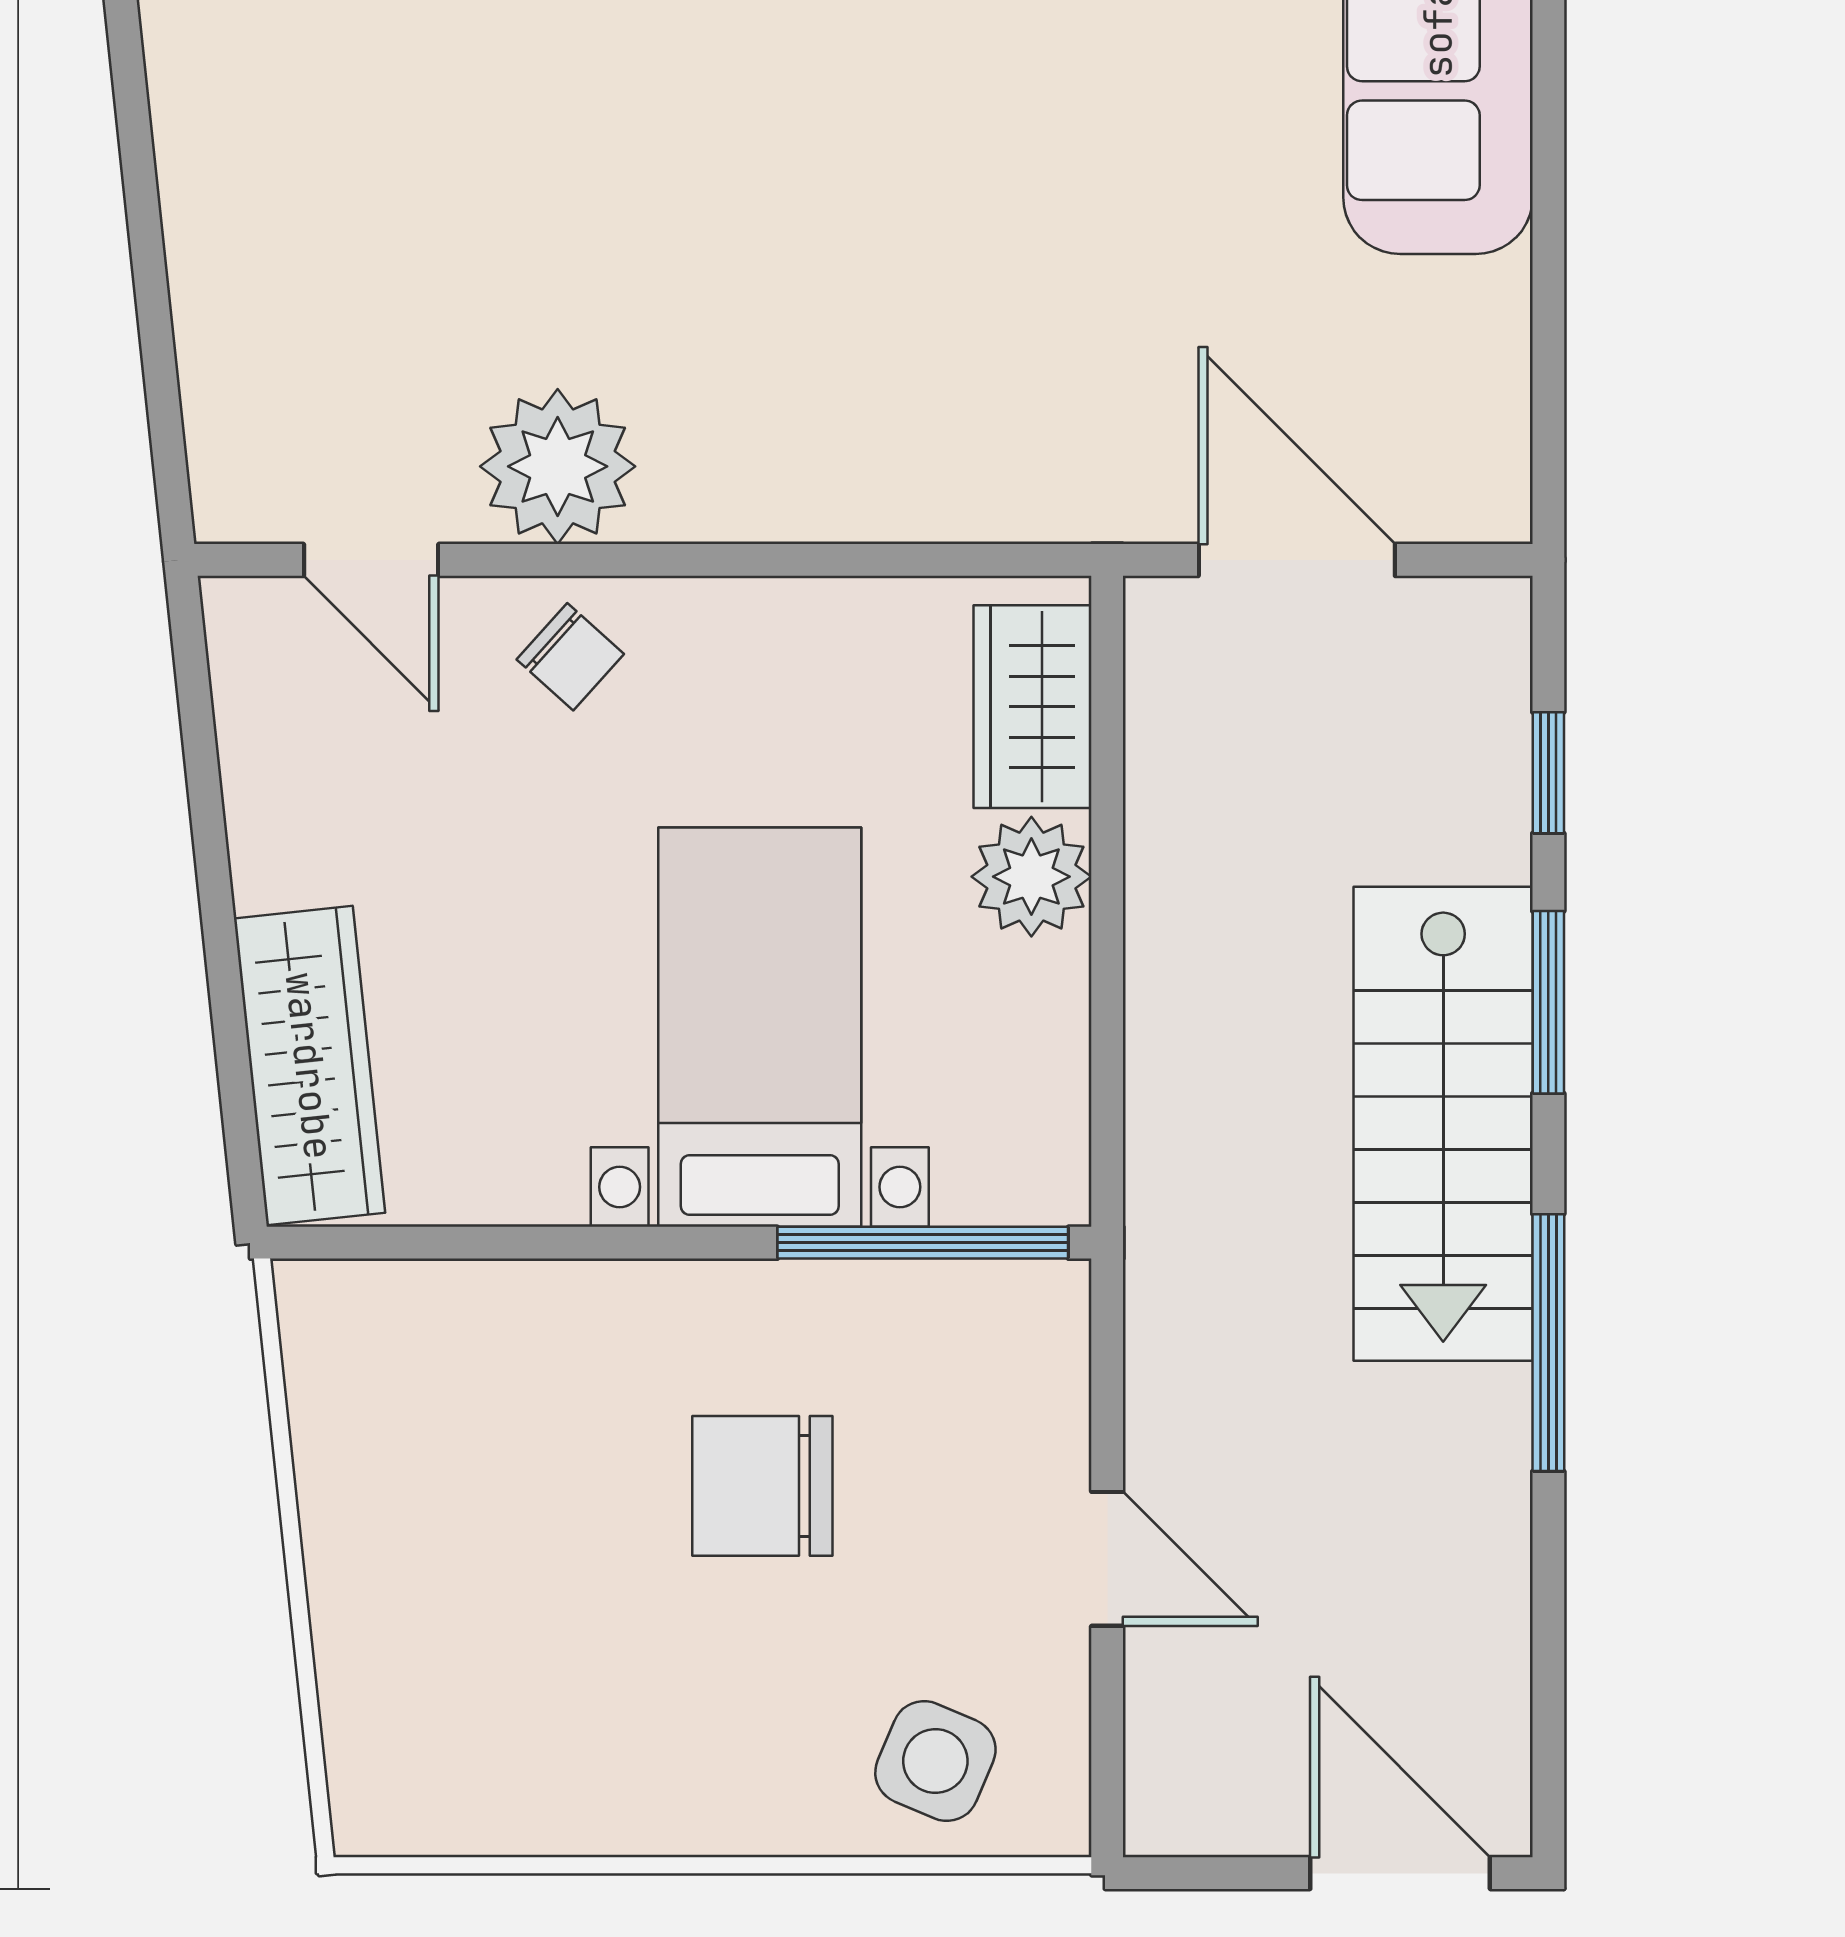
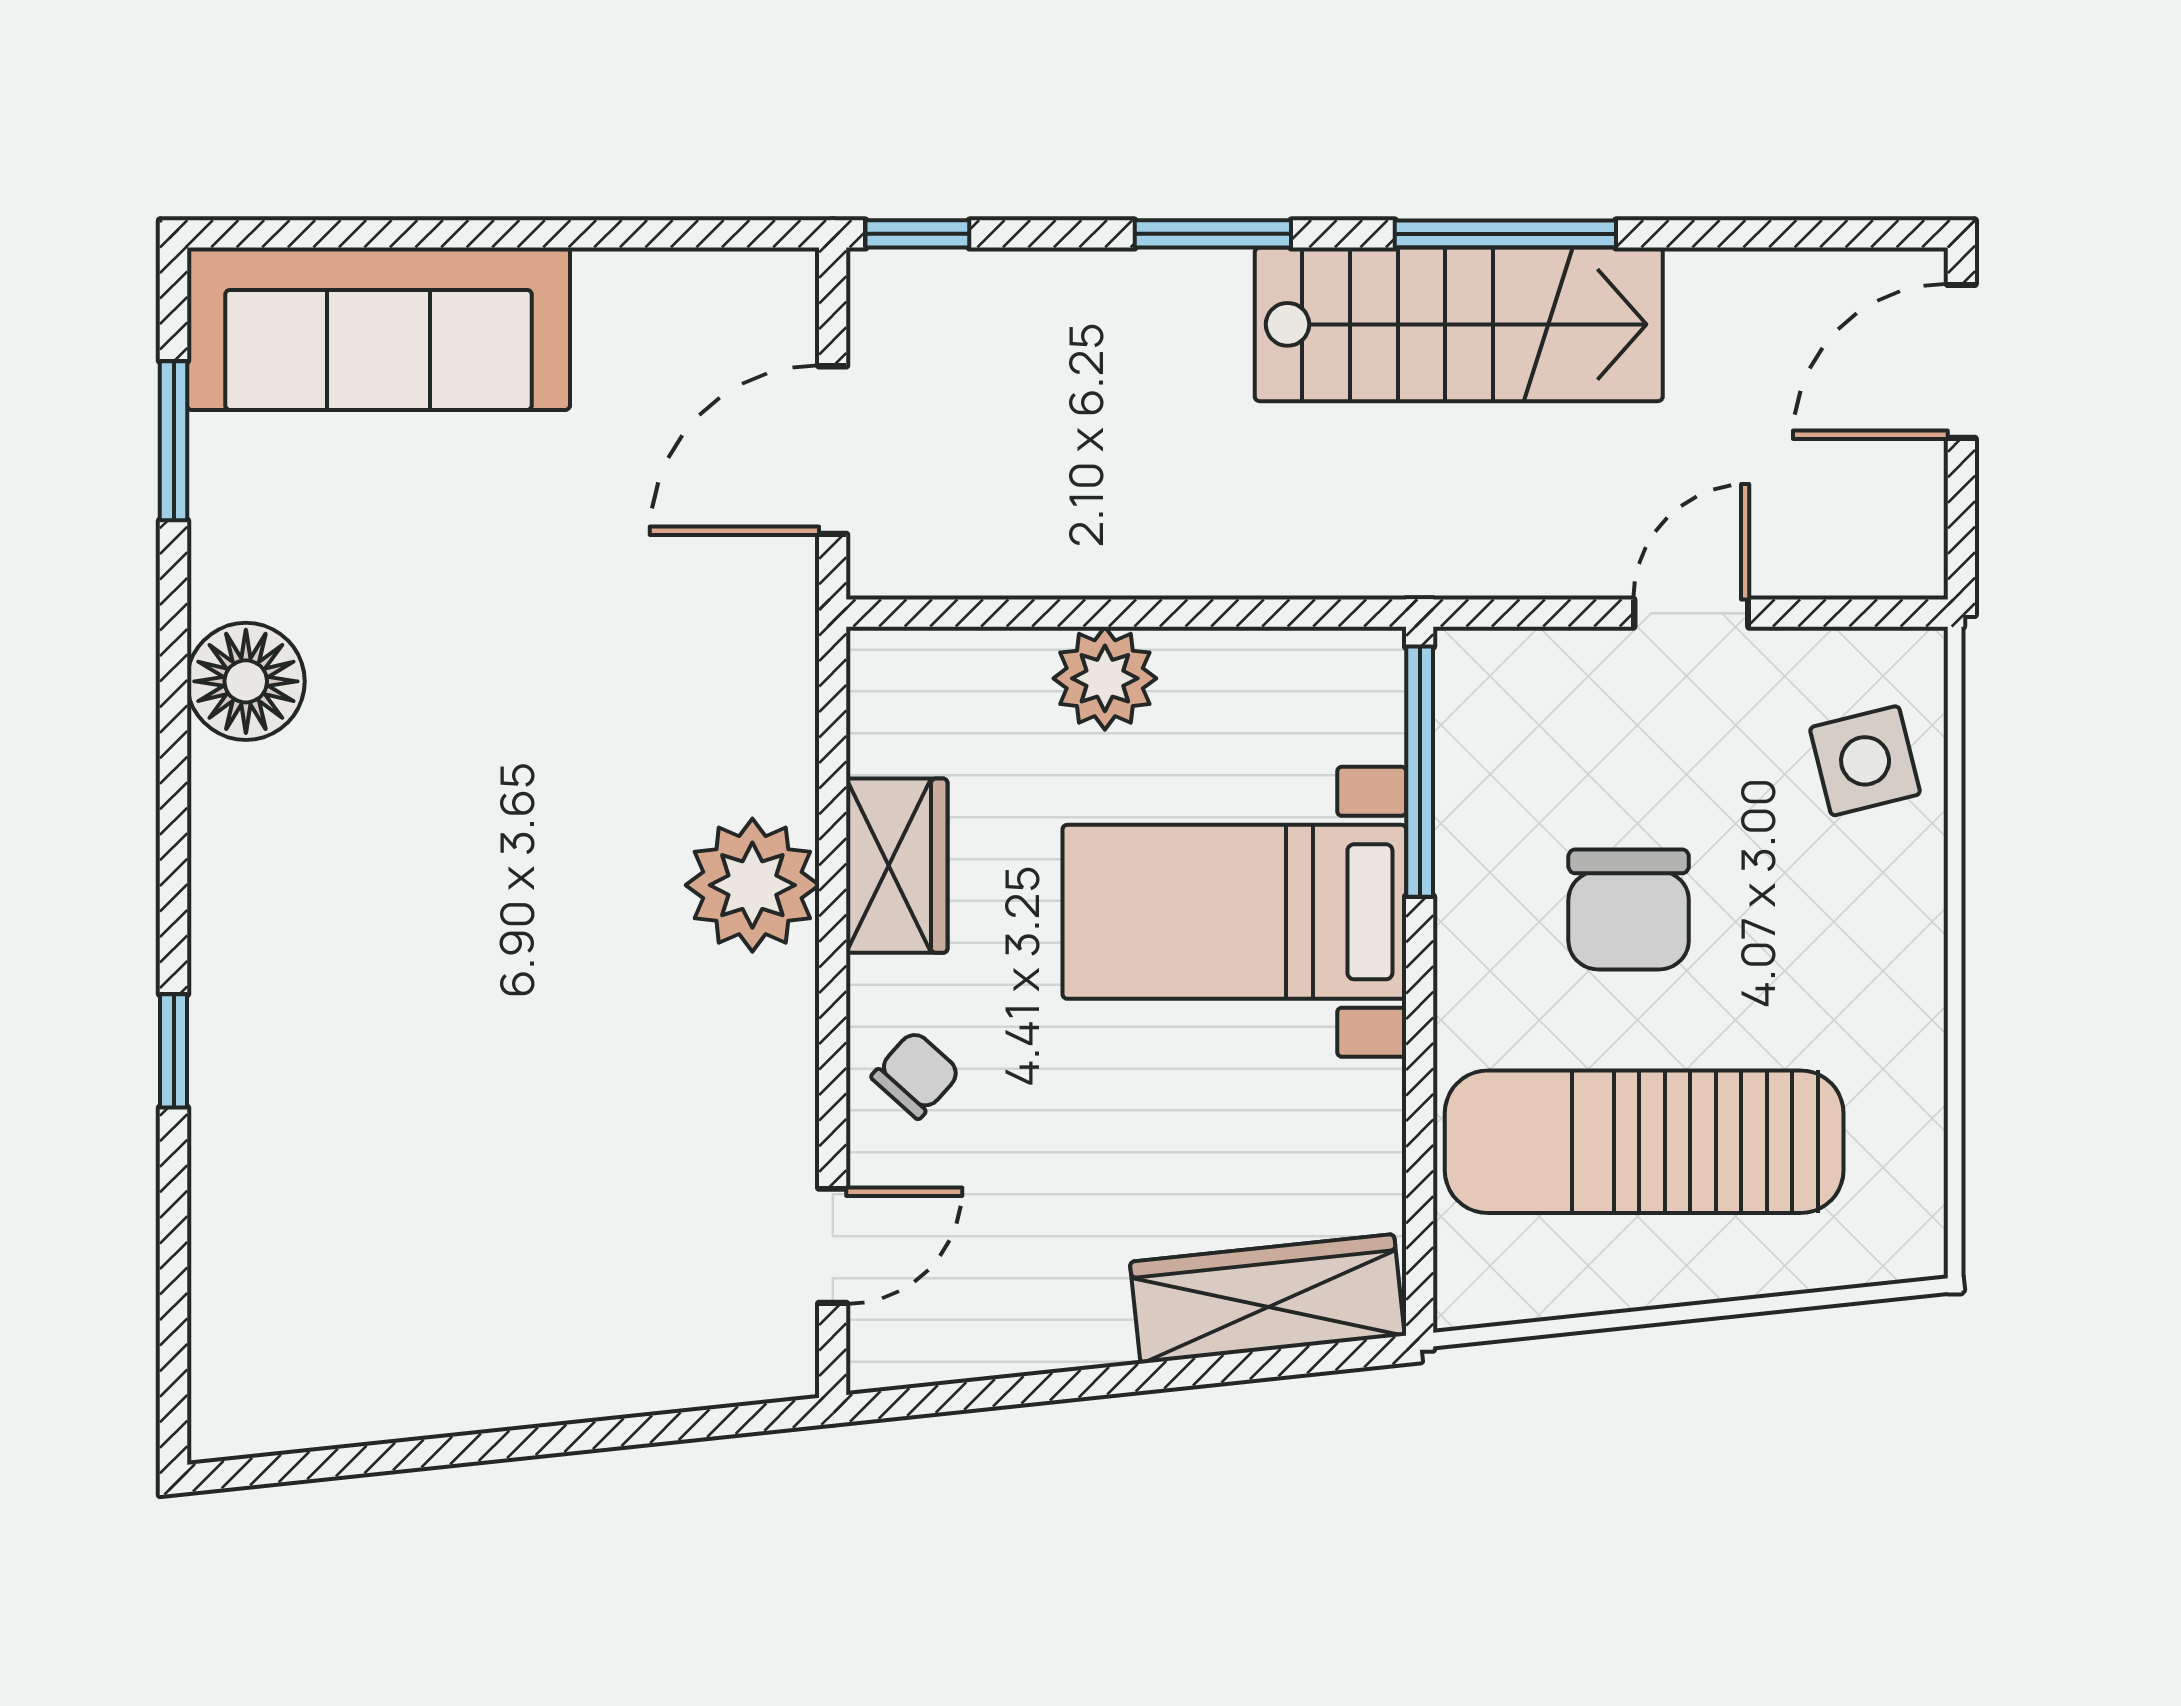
plant: (558, 466) -> (752, 885), moved
wardrobe: (1033, 707) -> (897, 866), moved, turned -90
window: (1548, 773) -> (917, 234), moved
stairs: (1443, 1124) -> (1459, 324), moved
sun lounger: (492, 1504) -> (1644, 1142), added
side table: (935, 1761) -> (1865, 761), turned -37

